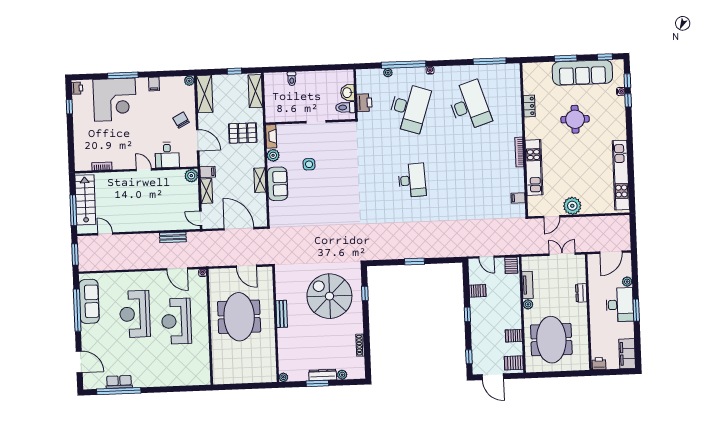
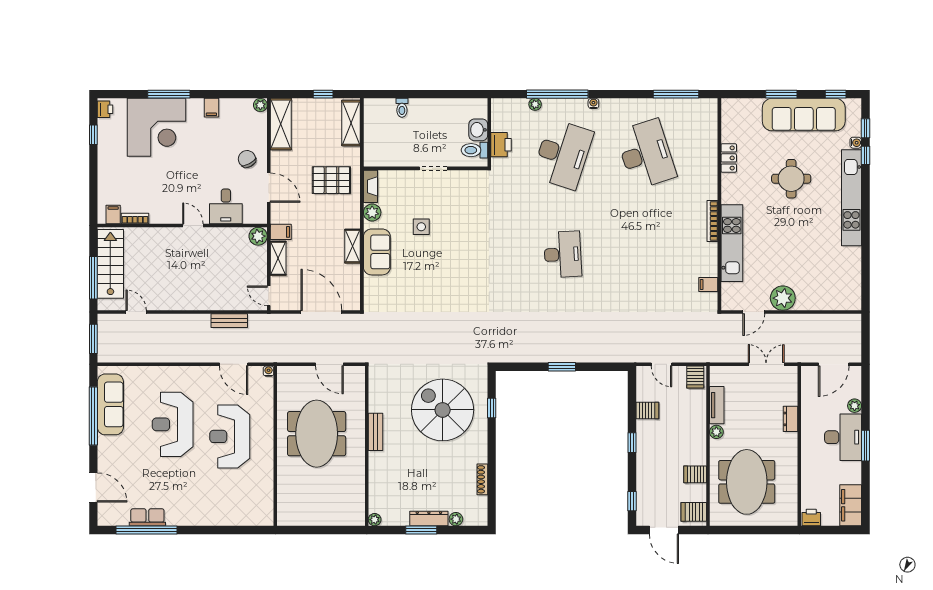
filing cabinet: (86, 164) -> (113, 215), added
kitchen unit: (621, 175) -> (851, 198), moved

